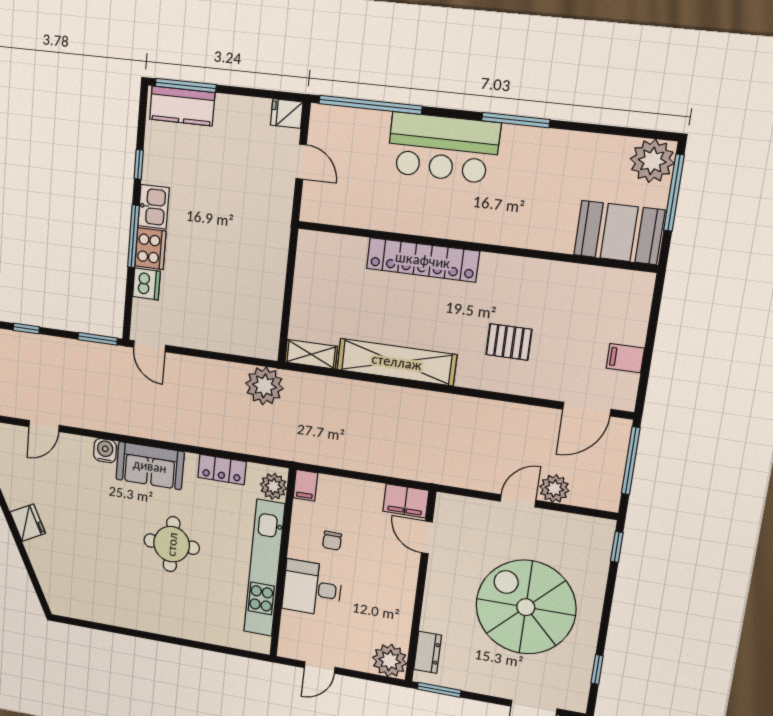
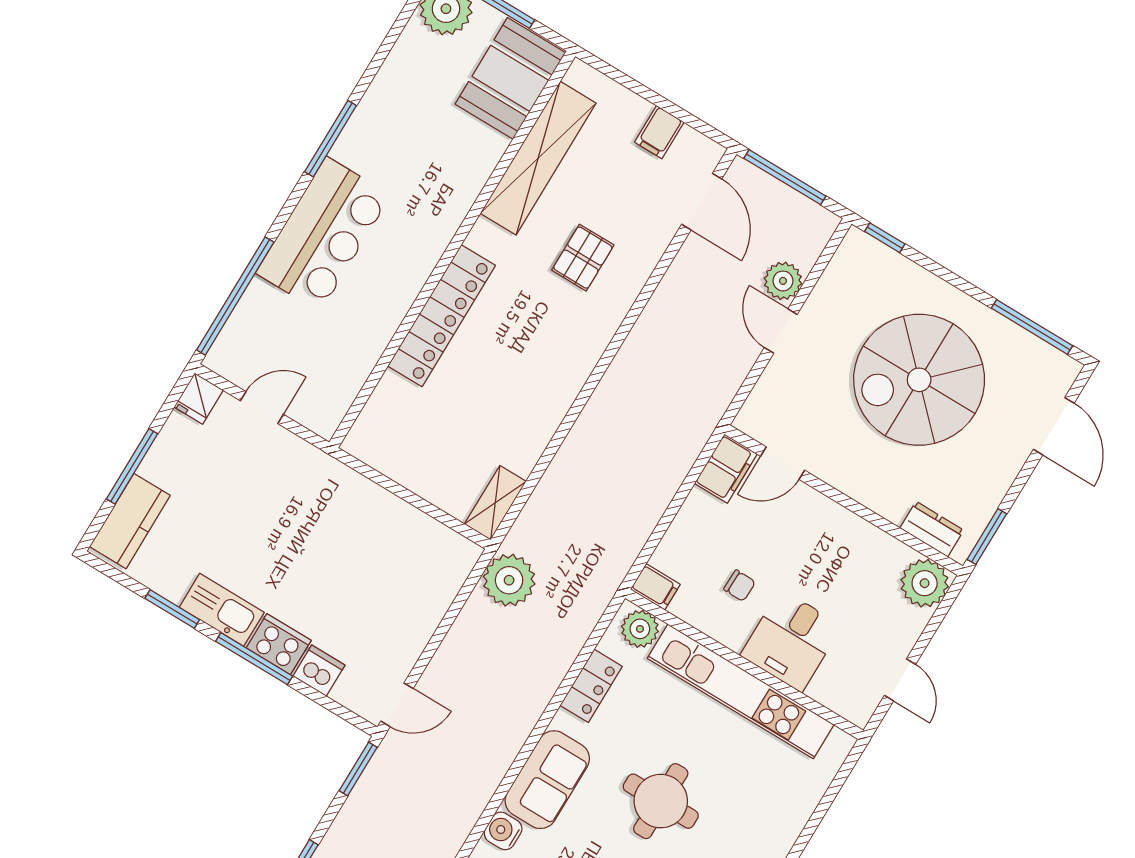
window: (186, 85) -> (132, 466), moved
window: (139, 164) -> (172, 609), width x1.50
kitchen sink: (154, 207) -> (222, 610), width x1.38
shelving: (397, 362) -> (538, 158), moved
window: (597, 669) -> (1032, 327), width x2.17

